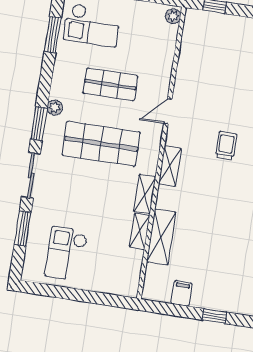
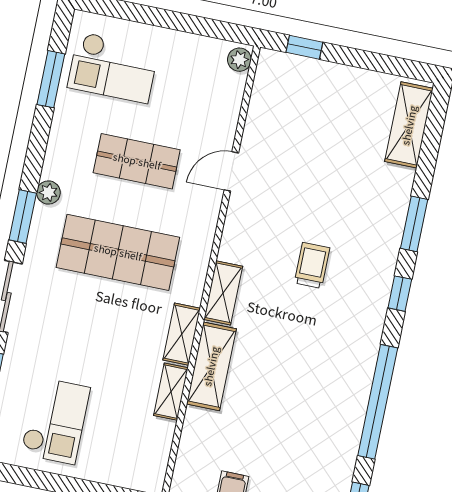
door: (168, 111) -> (231, 171), moved
shelving: (161, 237) -> (211, 366), moved
checkout: (66, 254) -> (55, 421), turned 180

